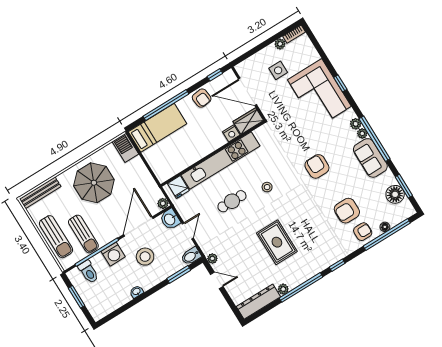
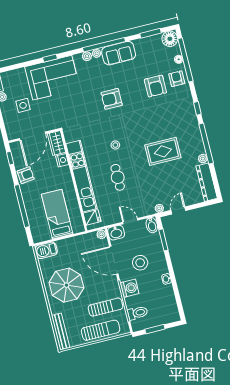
bed: (158, 128) -> (57, 214), moved
floor lamp: (395, 194) -> (170, 39), moved

